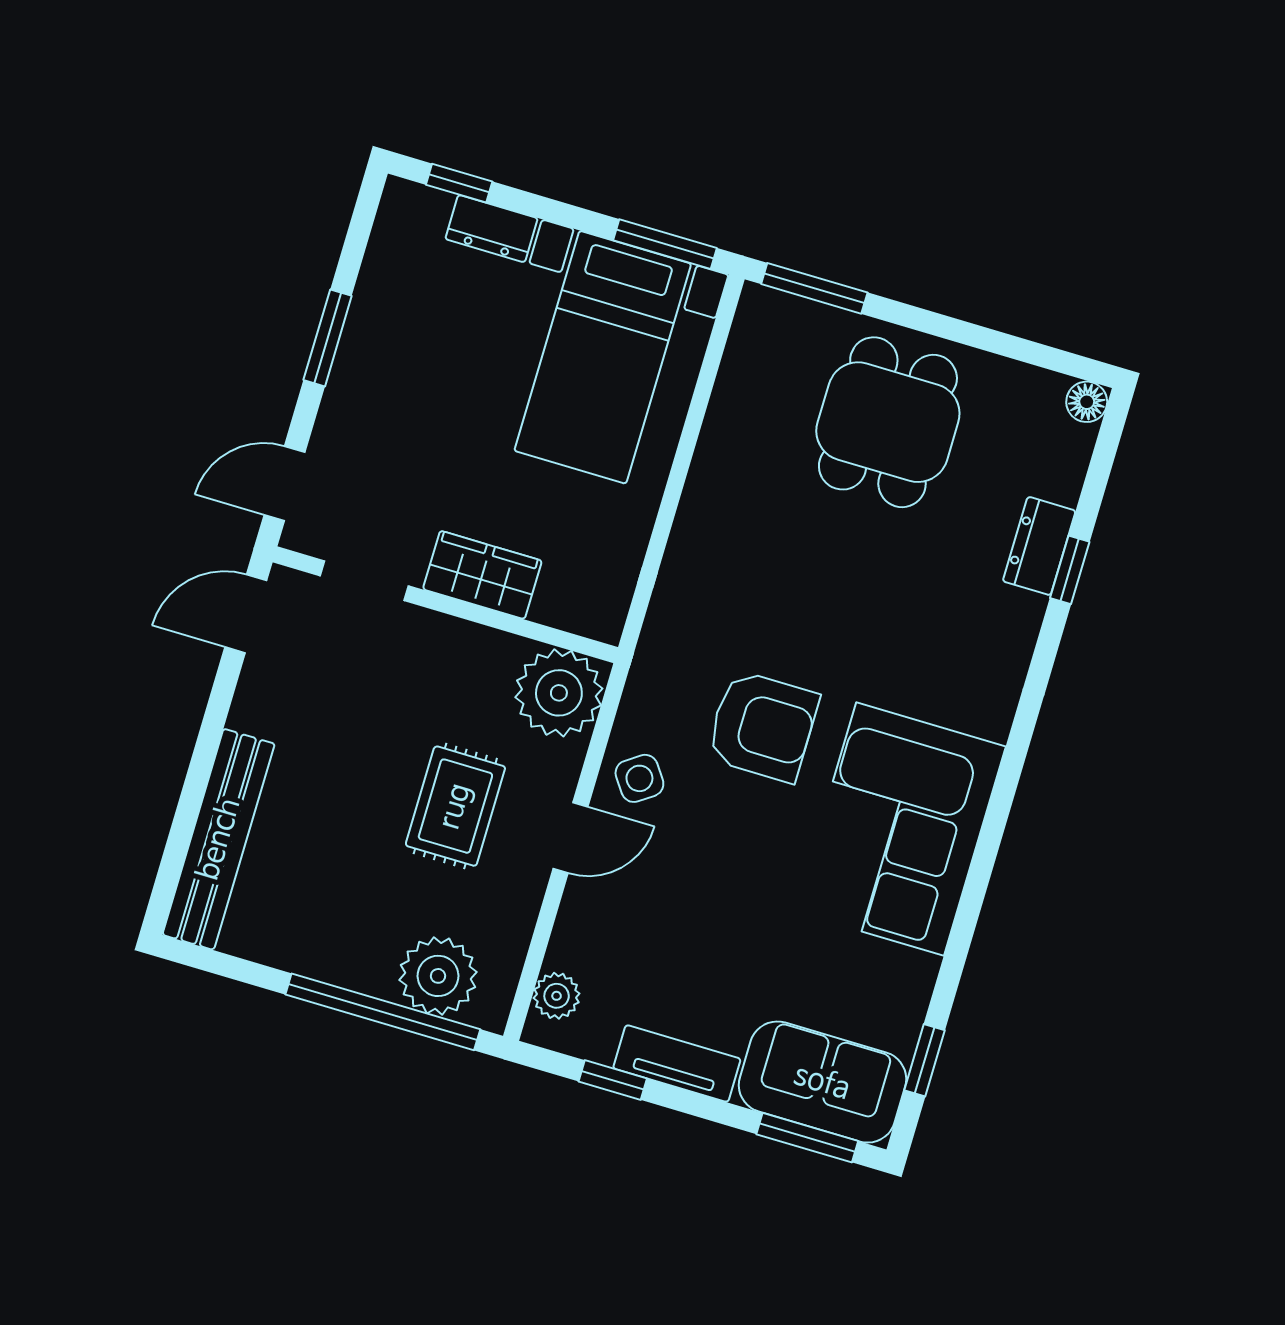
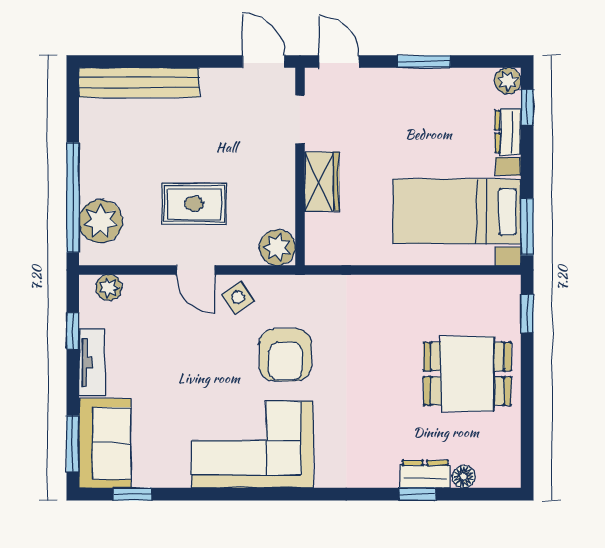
plant: (404, 203) -> (508, 81), added
window: (814, 288) -> (527, 313), width x0.67
floor lamp: (1087, 402) -> (464, 477), moved
plant: (559, 693) -> (277, 248), width x0.73, depth x0.73

